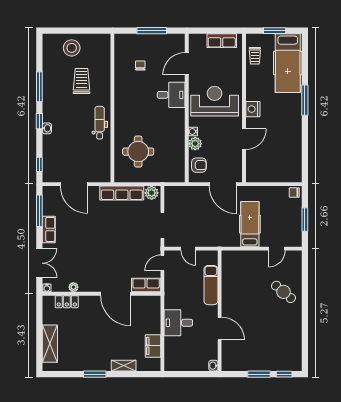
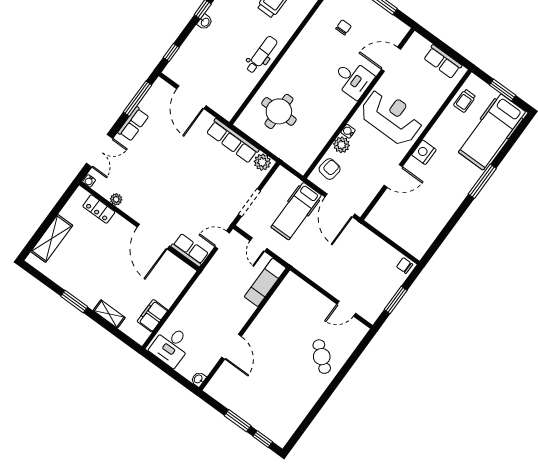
armchair: (199, 165) -> (330, 169), turned -82
hospital bed: (250, 224) -> (296, 211), moved, turned 180
exam couch: (211, 285) -> (265, 282), moved
desk: (178, 323) -> (171, 346), moved, turned -90

